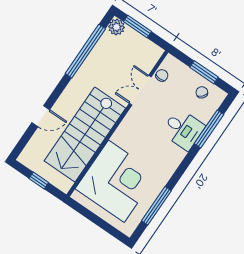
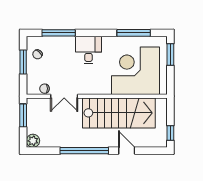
window: (137, 27) -> (23, 115), moved
window: (85, 51) -> (84, 151), moved
desk: (183, 129) -> (88, 50), moved
window: (39, 181) -> (170, 133), moved
window: (108, 228) -> (170, 55), added

